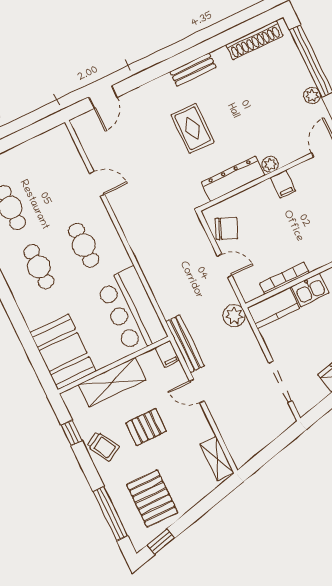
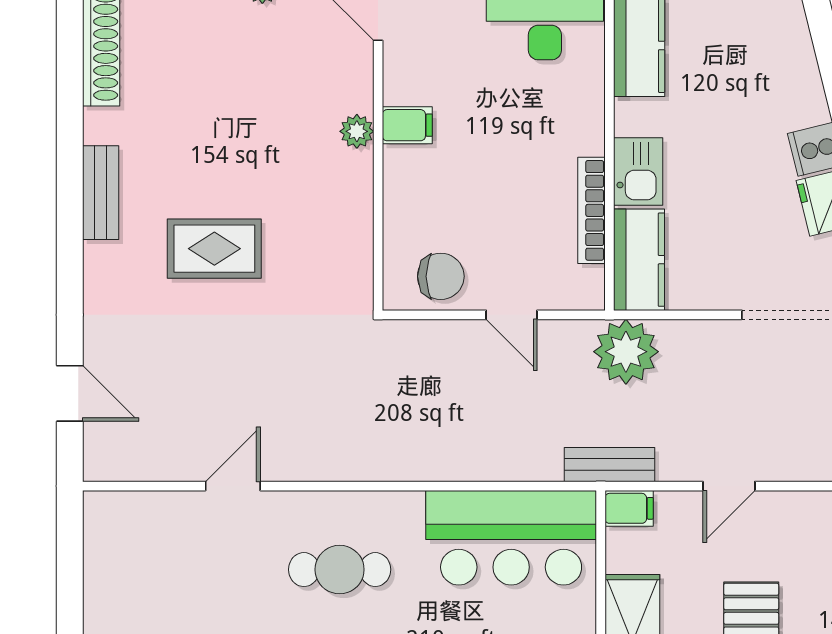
dresser: (233, 179) -> (350, 217), removed
chair: (227, 229) -> (441, 276), turned 67
door: (225, 266) -> (512, 315), swing flipped
plant: (234, 316) -> (626, 352), width x1.36, depth x1.36
bench: (185, 344) -> (609, 465), width x0.73

